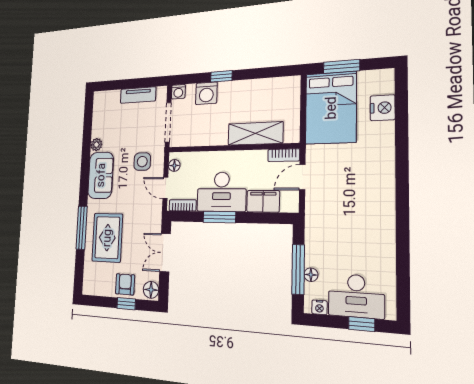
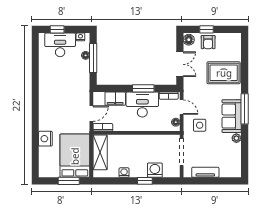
washing machine: (178, 92) -> (124, 173), moved
nightstand: (383, 108) -> (45, 139), moved
shelving: (255, 133) -> (100, 152), moved, turned 90
window: (82, 228) -> (245, 109), moved
rug: (107, 238) -> (224, 73), turned 90

